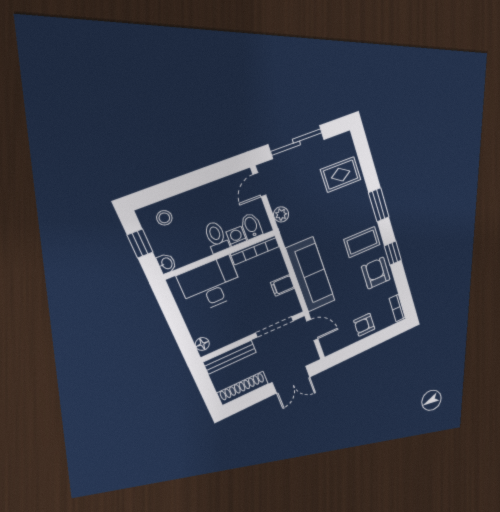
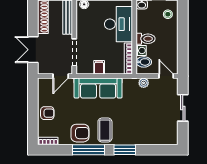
sliding door: (296, 142) -> (183, 108), width x0.73
rug: (341, 175) -> (153, 130), removed
window: (393, 253) -> (89, 150), width x2.17
armchair: (364, 325) -> (47, 113), turned 90

